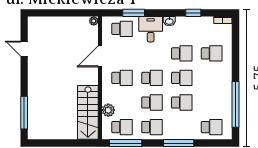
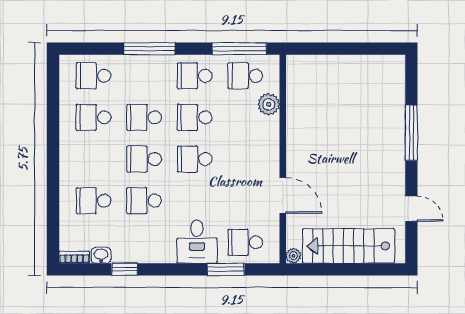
washbasin: (169, 21) -> (101, 255), moved
door: (100, 56) -> (283, 195), hinge flipped
school desk: (122, 78) -> (93, 117), moved
window: (236, 104) -> (53, 114), removed
stairs: (88, 112) -> (349, 246), moved, turned -90
window: (24, 113) -> (411, 133), moved

